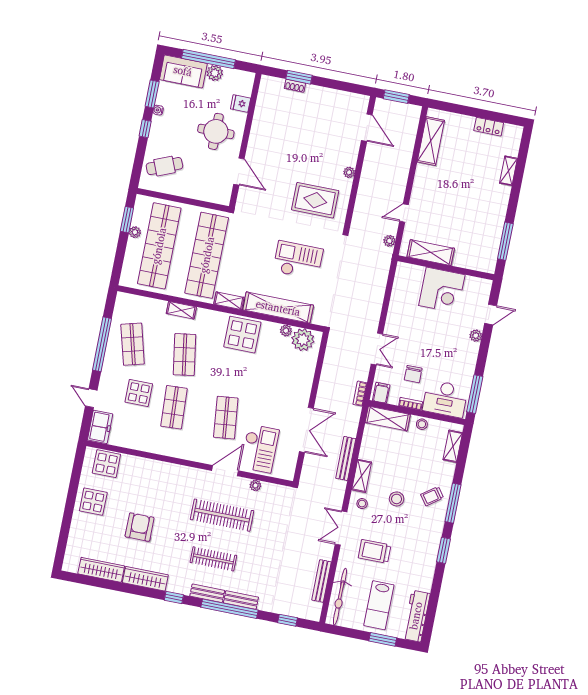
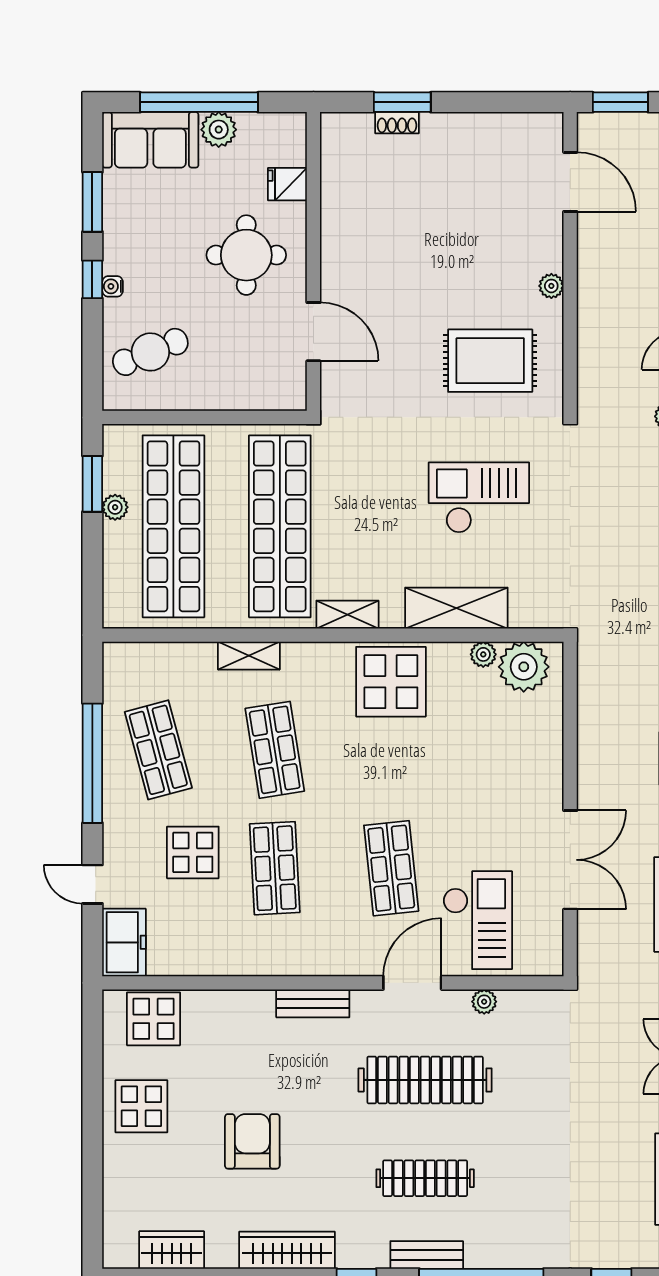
water cooler: (158, 110) -> (113, 286), moved
shelving: (278, 308) -> (456, 608), width x0.68
wardrobe: (101, 570) -> (172, 1250), width x0.67
bench: (241, 600) -> (313, 1003), moved

